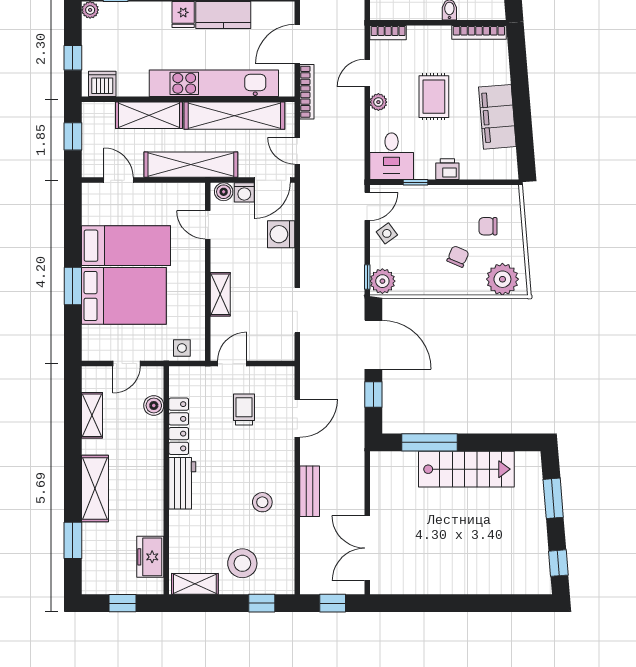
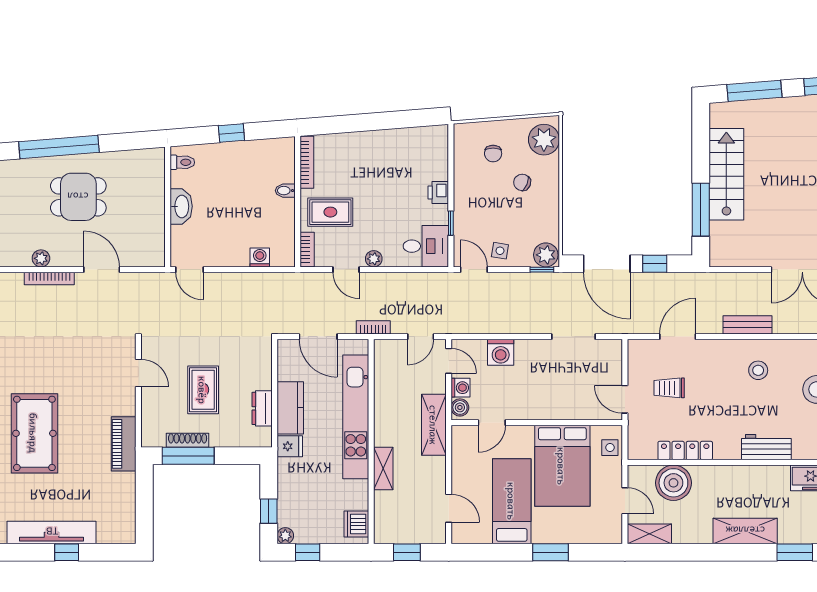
window: (73, 58) -> (308, 552), moved
bookcase: (307, 92) -> (373, 327), width x0.64
rug: (434, 97) -> (330, 212), moved
shelving: (149, 115) -> (383, 468), width x0.67, depth x0.75
shelving: (234, 116) -> (387, 397), removed
filing cabinet: (497, 117) -> (388, 144), removed
shelving: (191, 165) -> (434, 425), width x0.68
door: (119, 180) -> (449, 508), swing flipped
door: (272, 180) -> (449, 361), width x0.73
side table: (387, 233) -> (500, 251), turned 45
shelving: (220, 294) -> (558, 411), removed
bed: (124, 296) -> (562, 466), moved, turned 180
door: (373, 345) -> (607, 264), swing flipped
boiler: (154, 405) -> (673, 483), width x1.86, depth x1.86
shelving: (92, 415) -> (649, 534), moved
door: (297, 418) -> (678, 337), hinge flipped
workbench: (182, 483) -> (766, 447), moved
window: (553, 498) -> (754, 91), width x1.44

